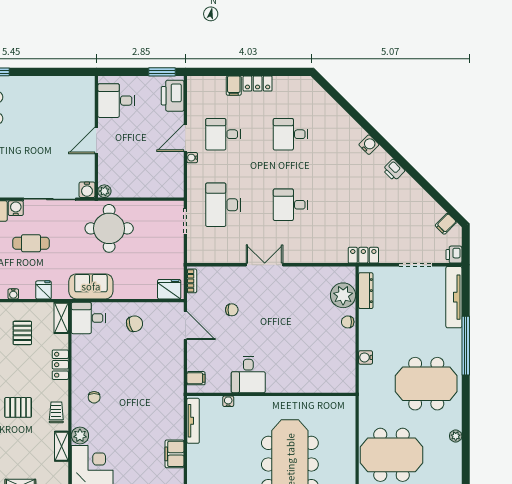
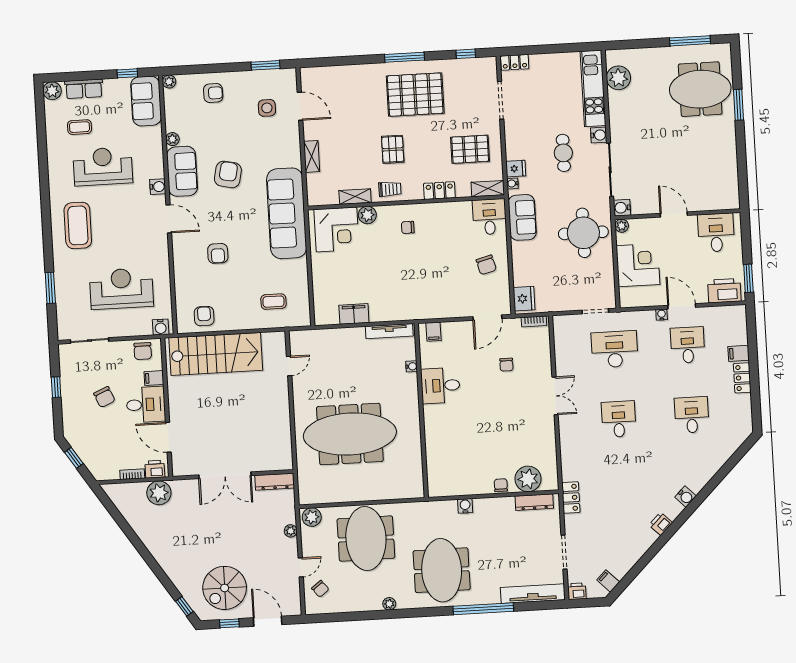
corner desk: (143, 178) -> (638, 265), added
water cooler: (13, 294) -> (513, 183), moved
pallet: (22, 333) -> (470, 149), width x1.50, depth x1.42

